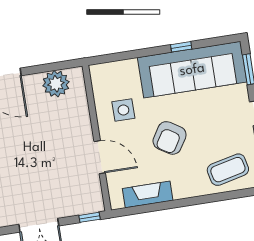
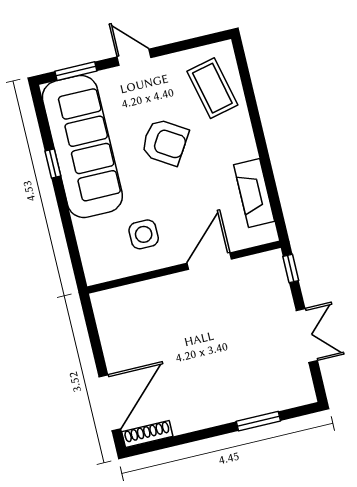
plant: (56, 84) -> (116, 327), removed
armchair: (170, 138) -> (165, 142), moved

